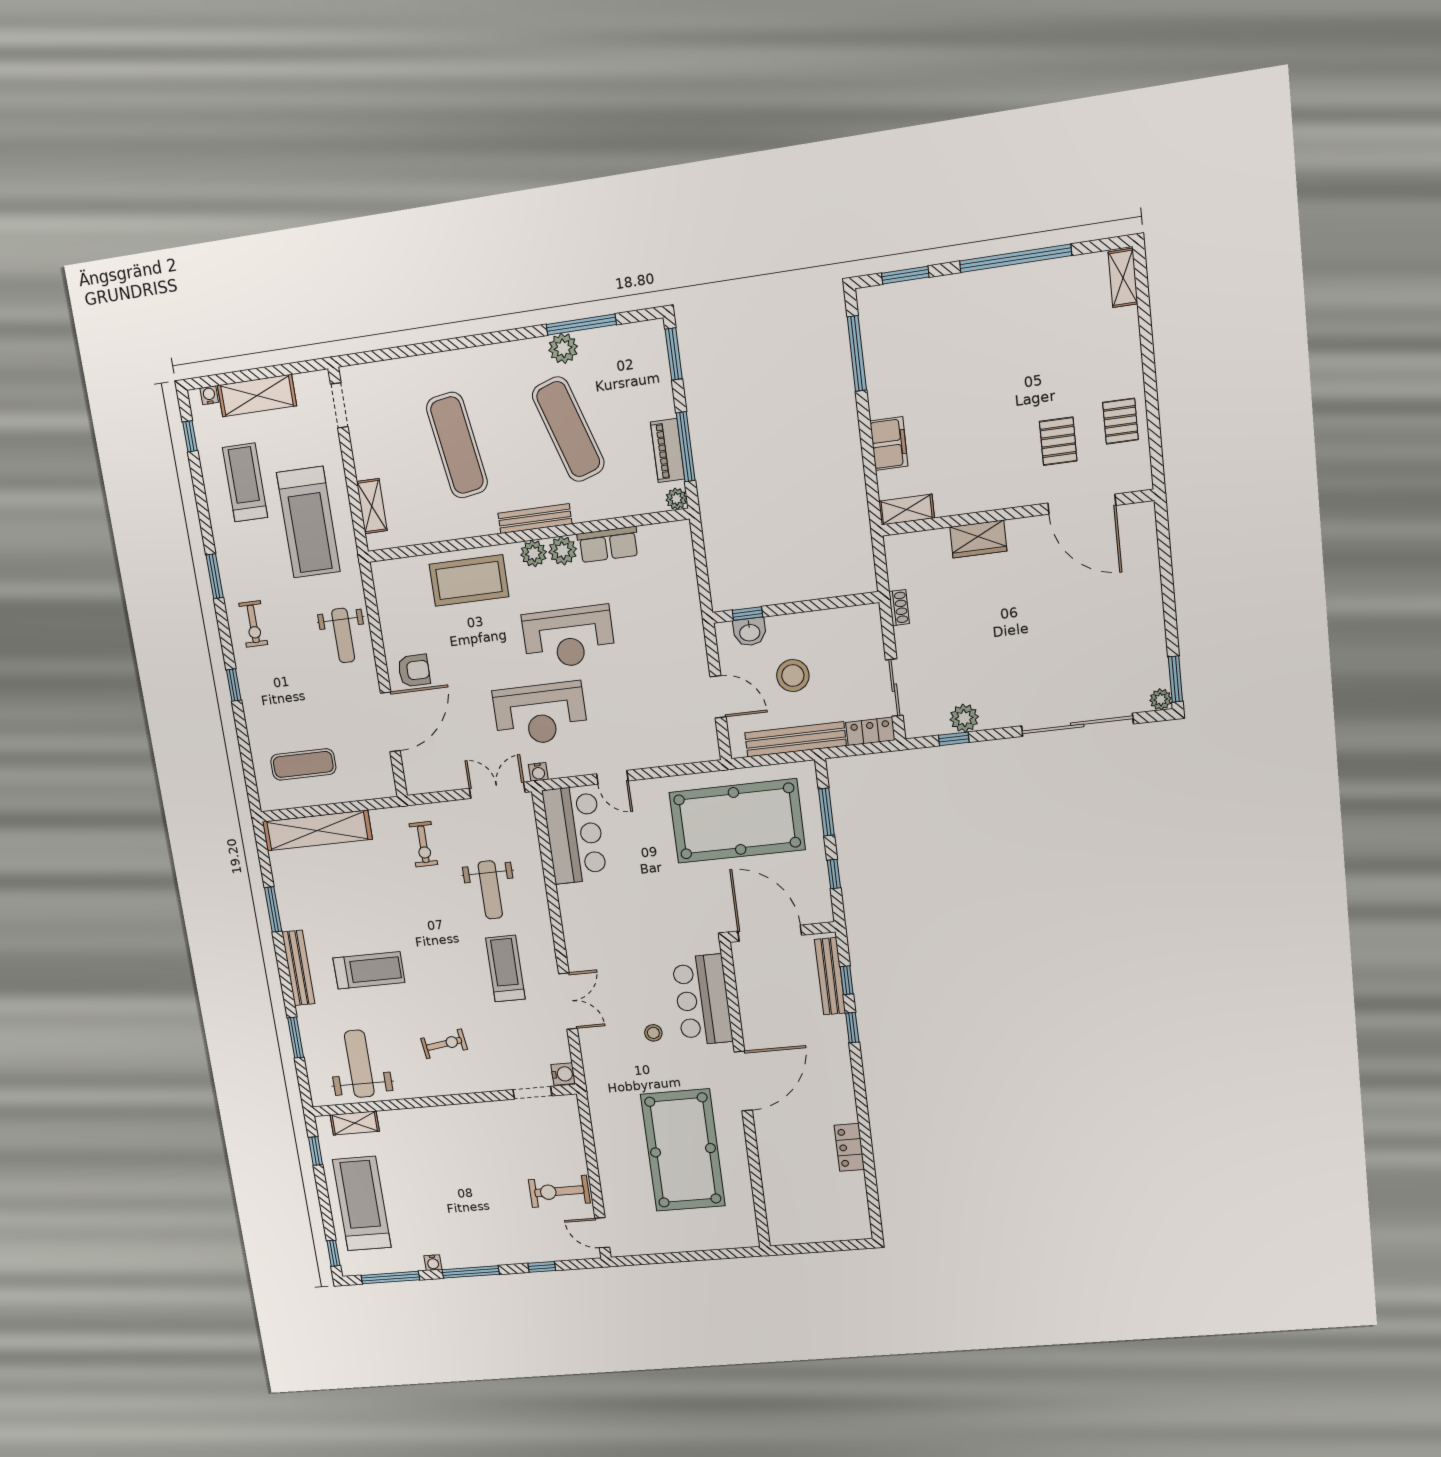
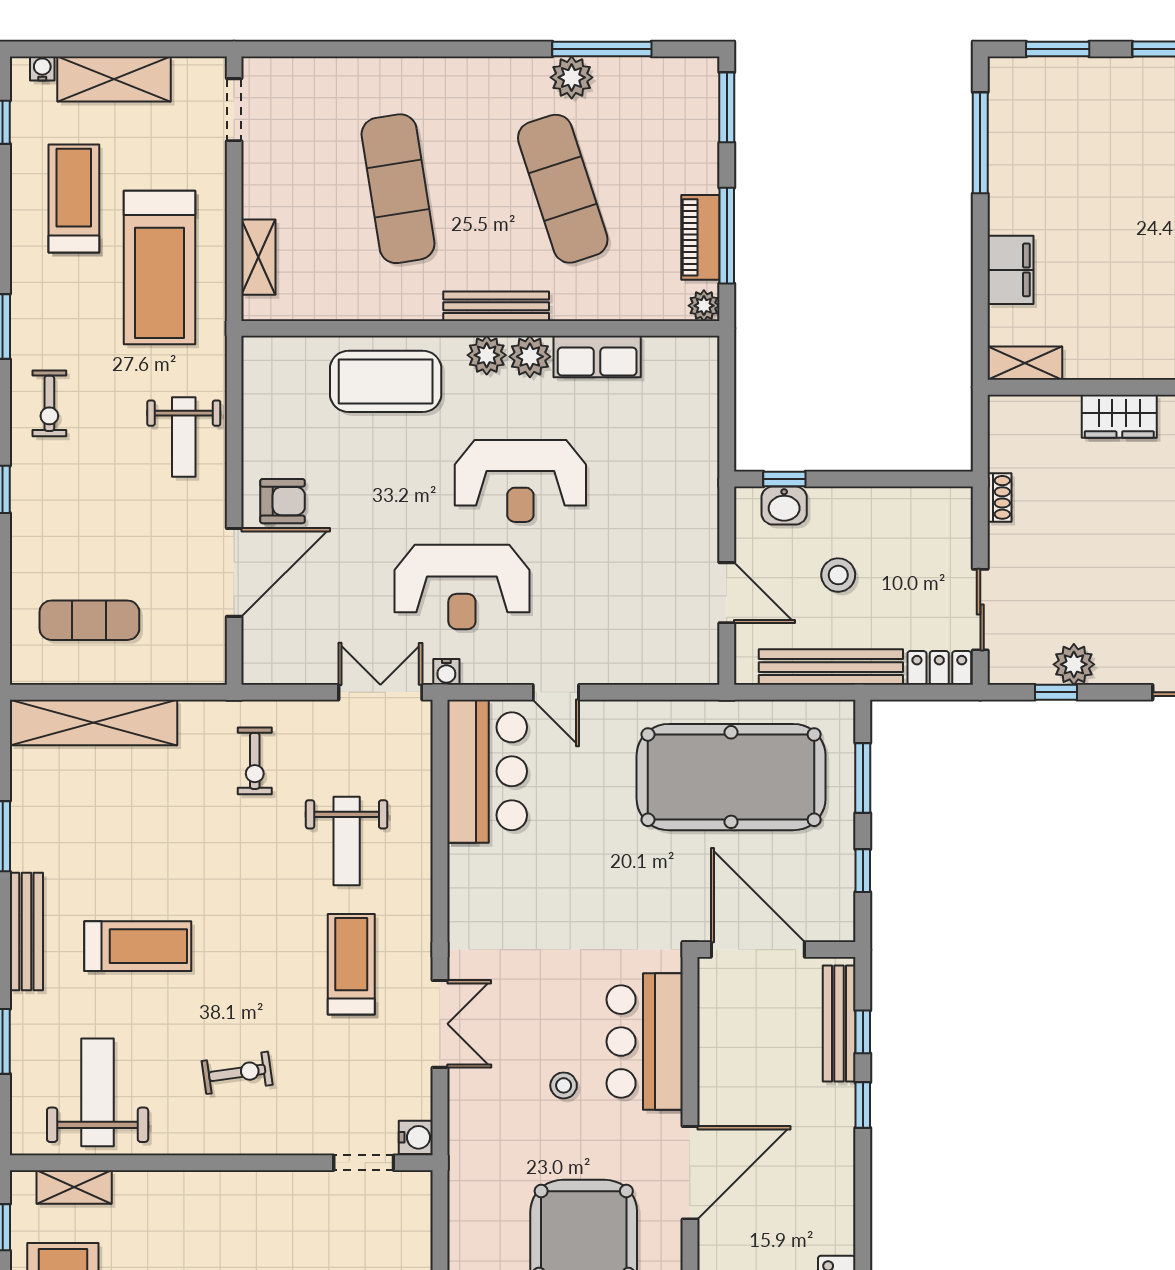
stool: (793, 676) -> (838, 575), width x0.73, depth x0.73

